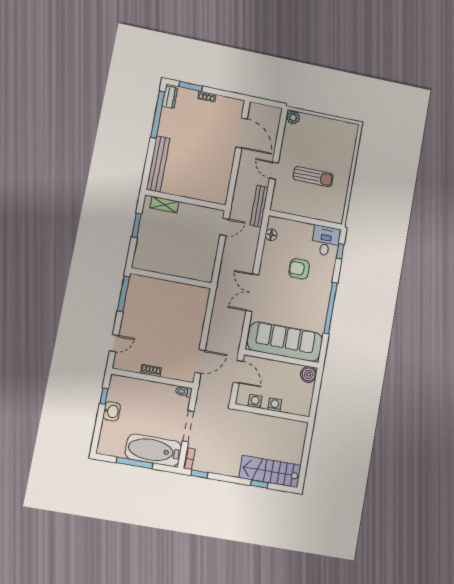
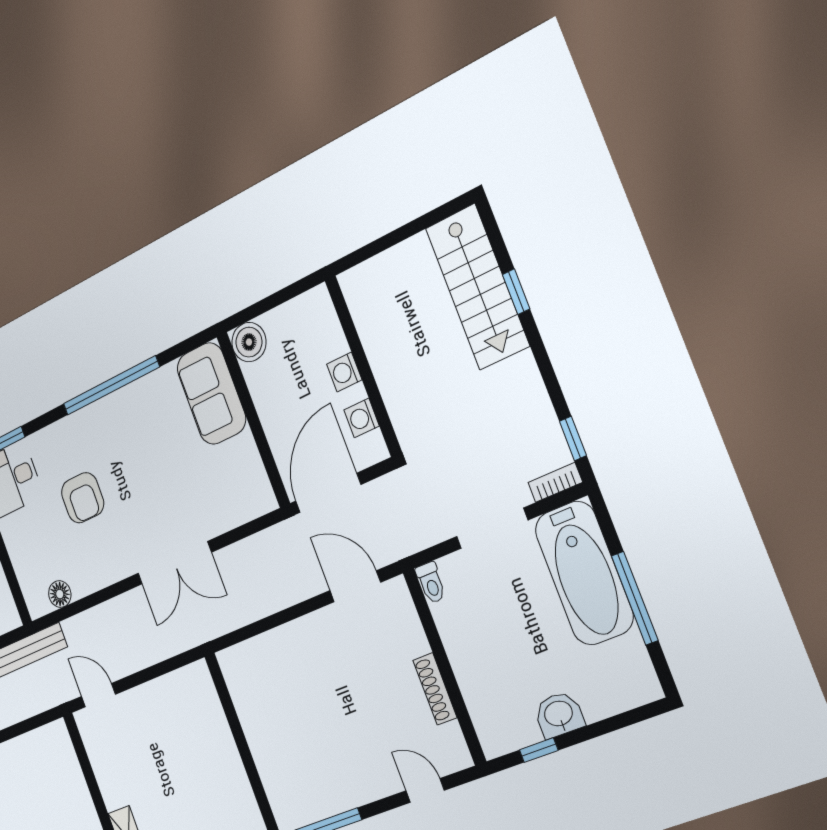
sofa: (285, 342) -> (211, 394), width x0.54, depth x0.79
shoe rack: (151, 371) -> (435, 689), width x1.43
door: (238, 372) -> (328, 493), width x1.36

